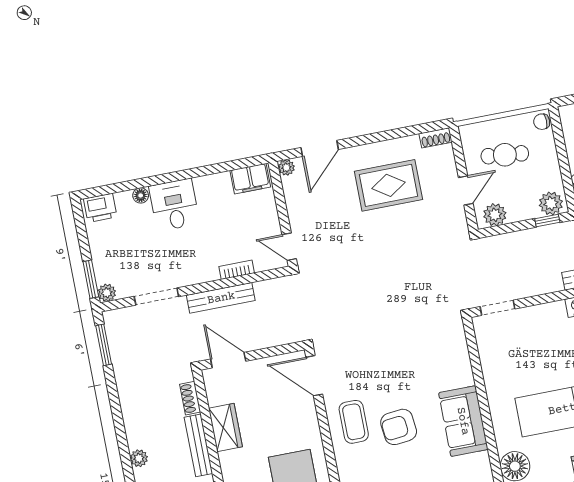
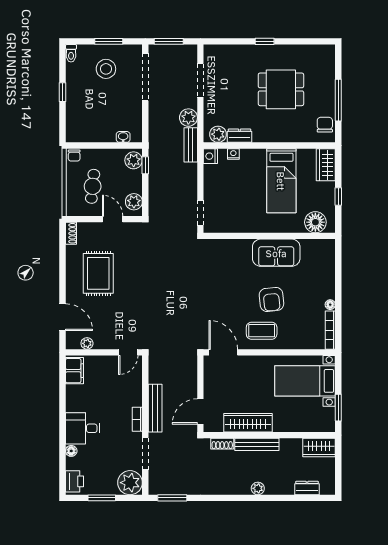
plant: (286, 168) -> (87, 343), moved
bookcase: (237, 270) -> (137, 419), moved
window: (91, 279) -> (102, 498), moved
plant: (107, 293) -> (130, 483), width x1.87, depth x1.87
door: (314, 376) -> (223, 352), swing flipped
wardrobe: (225, 427) -> (248, 423), width x1.50

